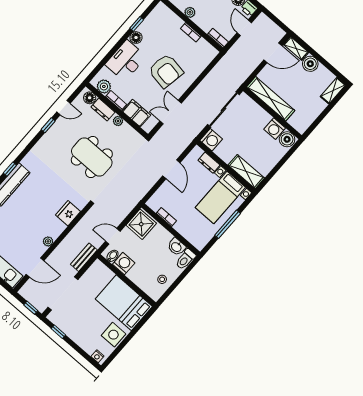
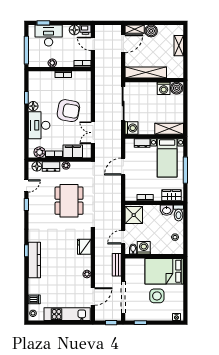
shelving: (333, 91) -> (179, 46), moved
dining table: (92, 157) -> (69, 201), turned 90
door: (171, 169) -> (123, 167), swing flipped
wardrobe: (193, 237) -> (172, 195), added
side table: (113, 335) -> (157, 296), moved

